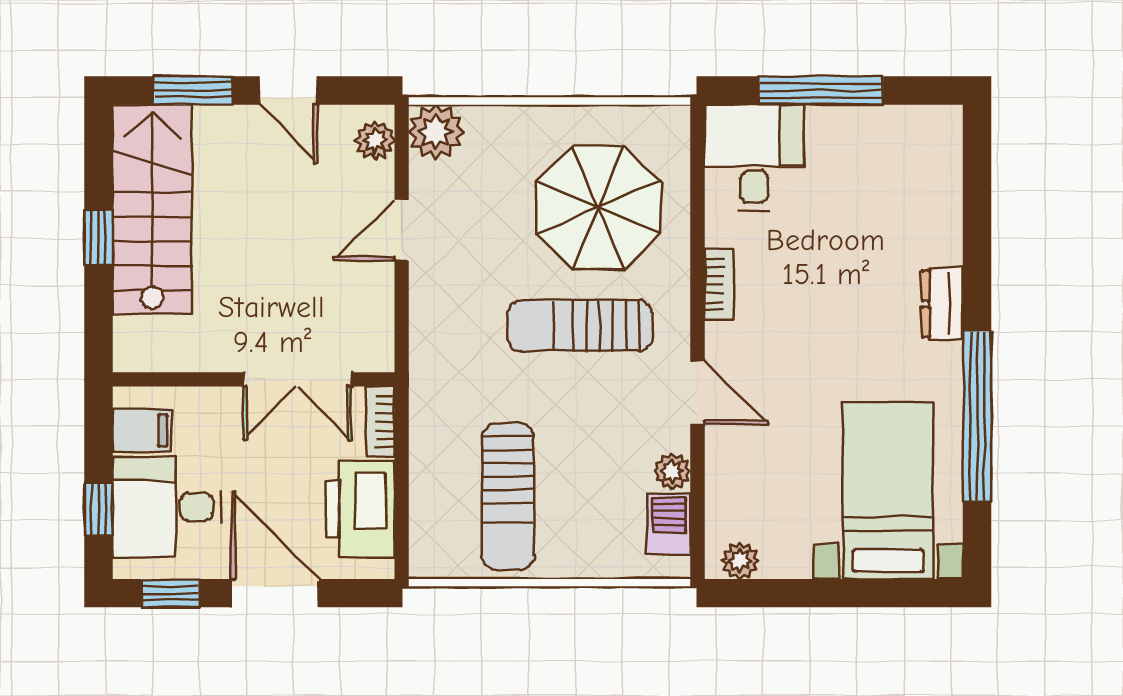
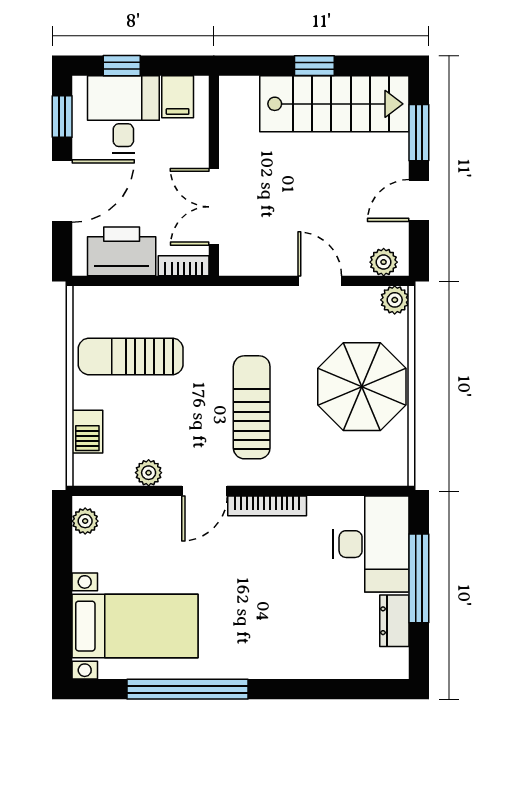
plant: (436, 132) -> (395, 300), width x0.73, depth x0.73
desk: (754, 158) -> (371, 544), width x1.37
parasol: (598, 207) -> (362, 387), moved
bookcase: (719, 284) -> (267, 506), width x1.56
dresser: (942, 304) -> (394, 621), moved, turned -90
barbecue: (669, 524) -> (87, 432), moved, turned 90

